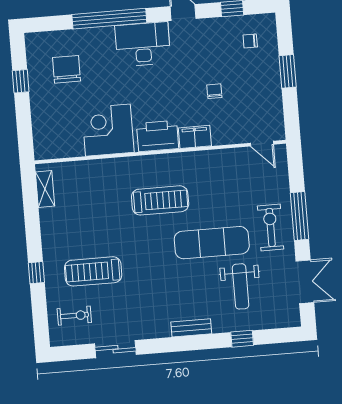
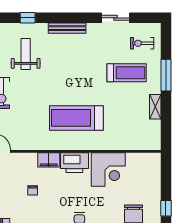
shelving: (45, 189) -> (155, 107), moved
treadmill: (160, 200) -> (76, 118), width x1.37, depth x1.38
exercise mat: (212, 243) -> (43, 86), removed
window: (36, 273) -> (166, 75), width x2.17
bench: (191, 328) -> (67, 28), width x1.36

